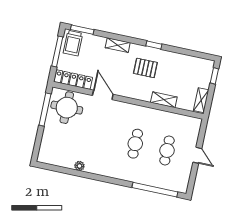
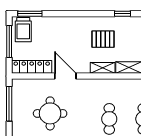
shelving: (118, 45) -> (103, 68), moved
window: (154, 45) -> (122, 14), moved
round table: (67, 108) -> (50, 113), moved

